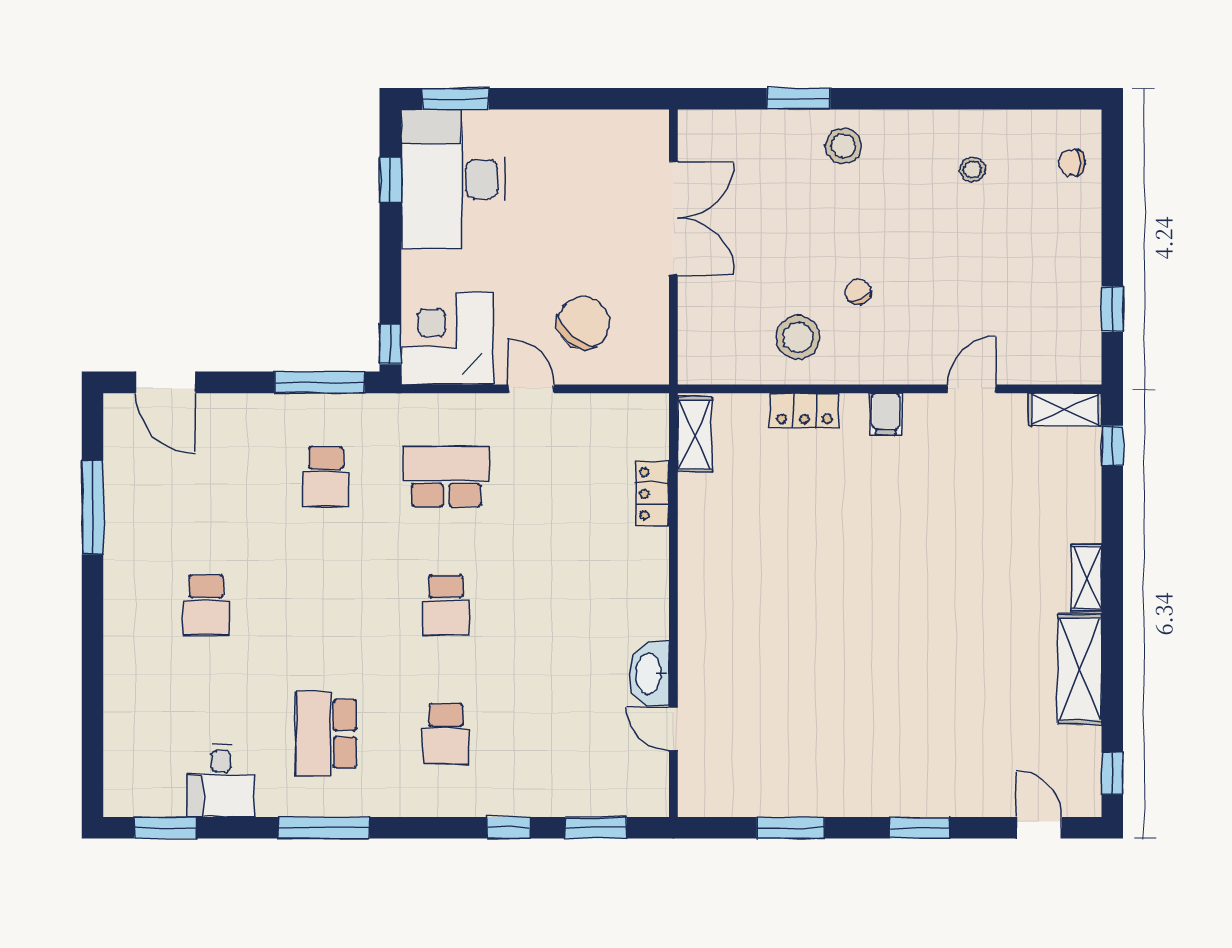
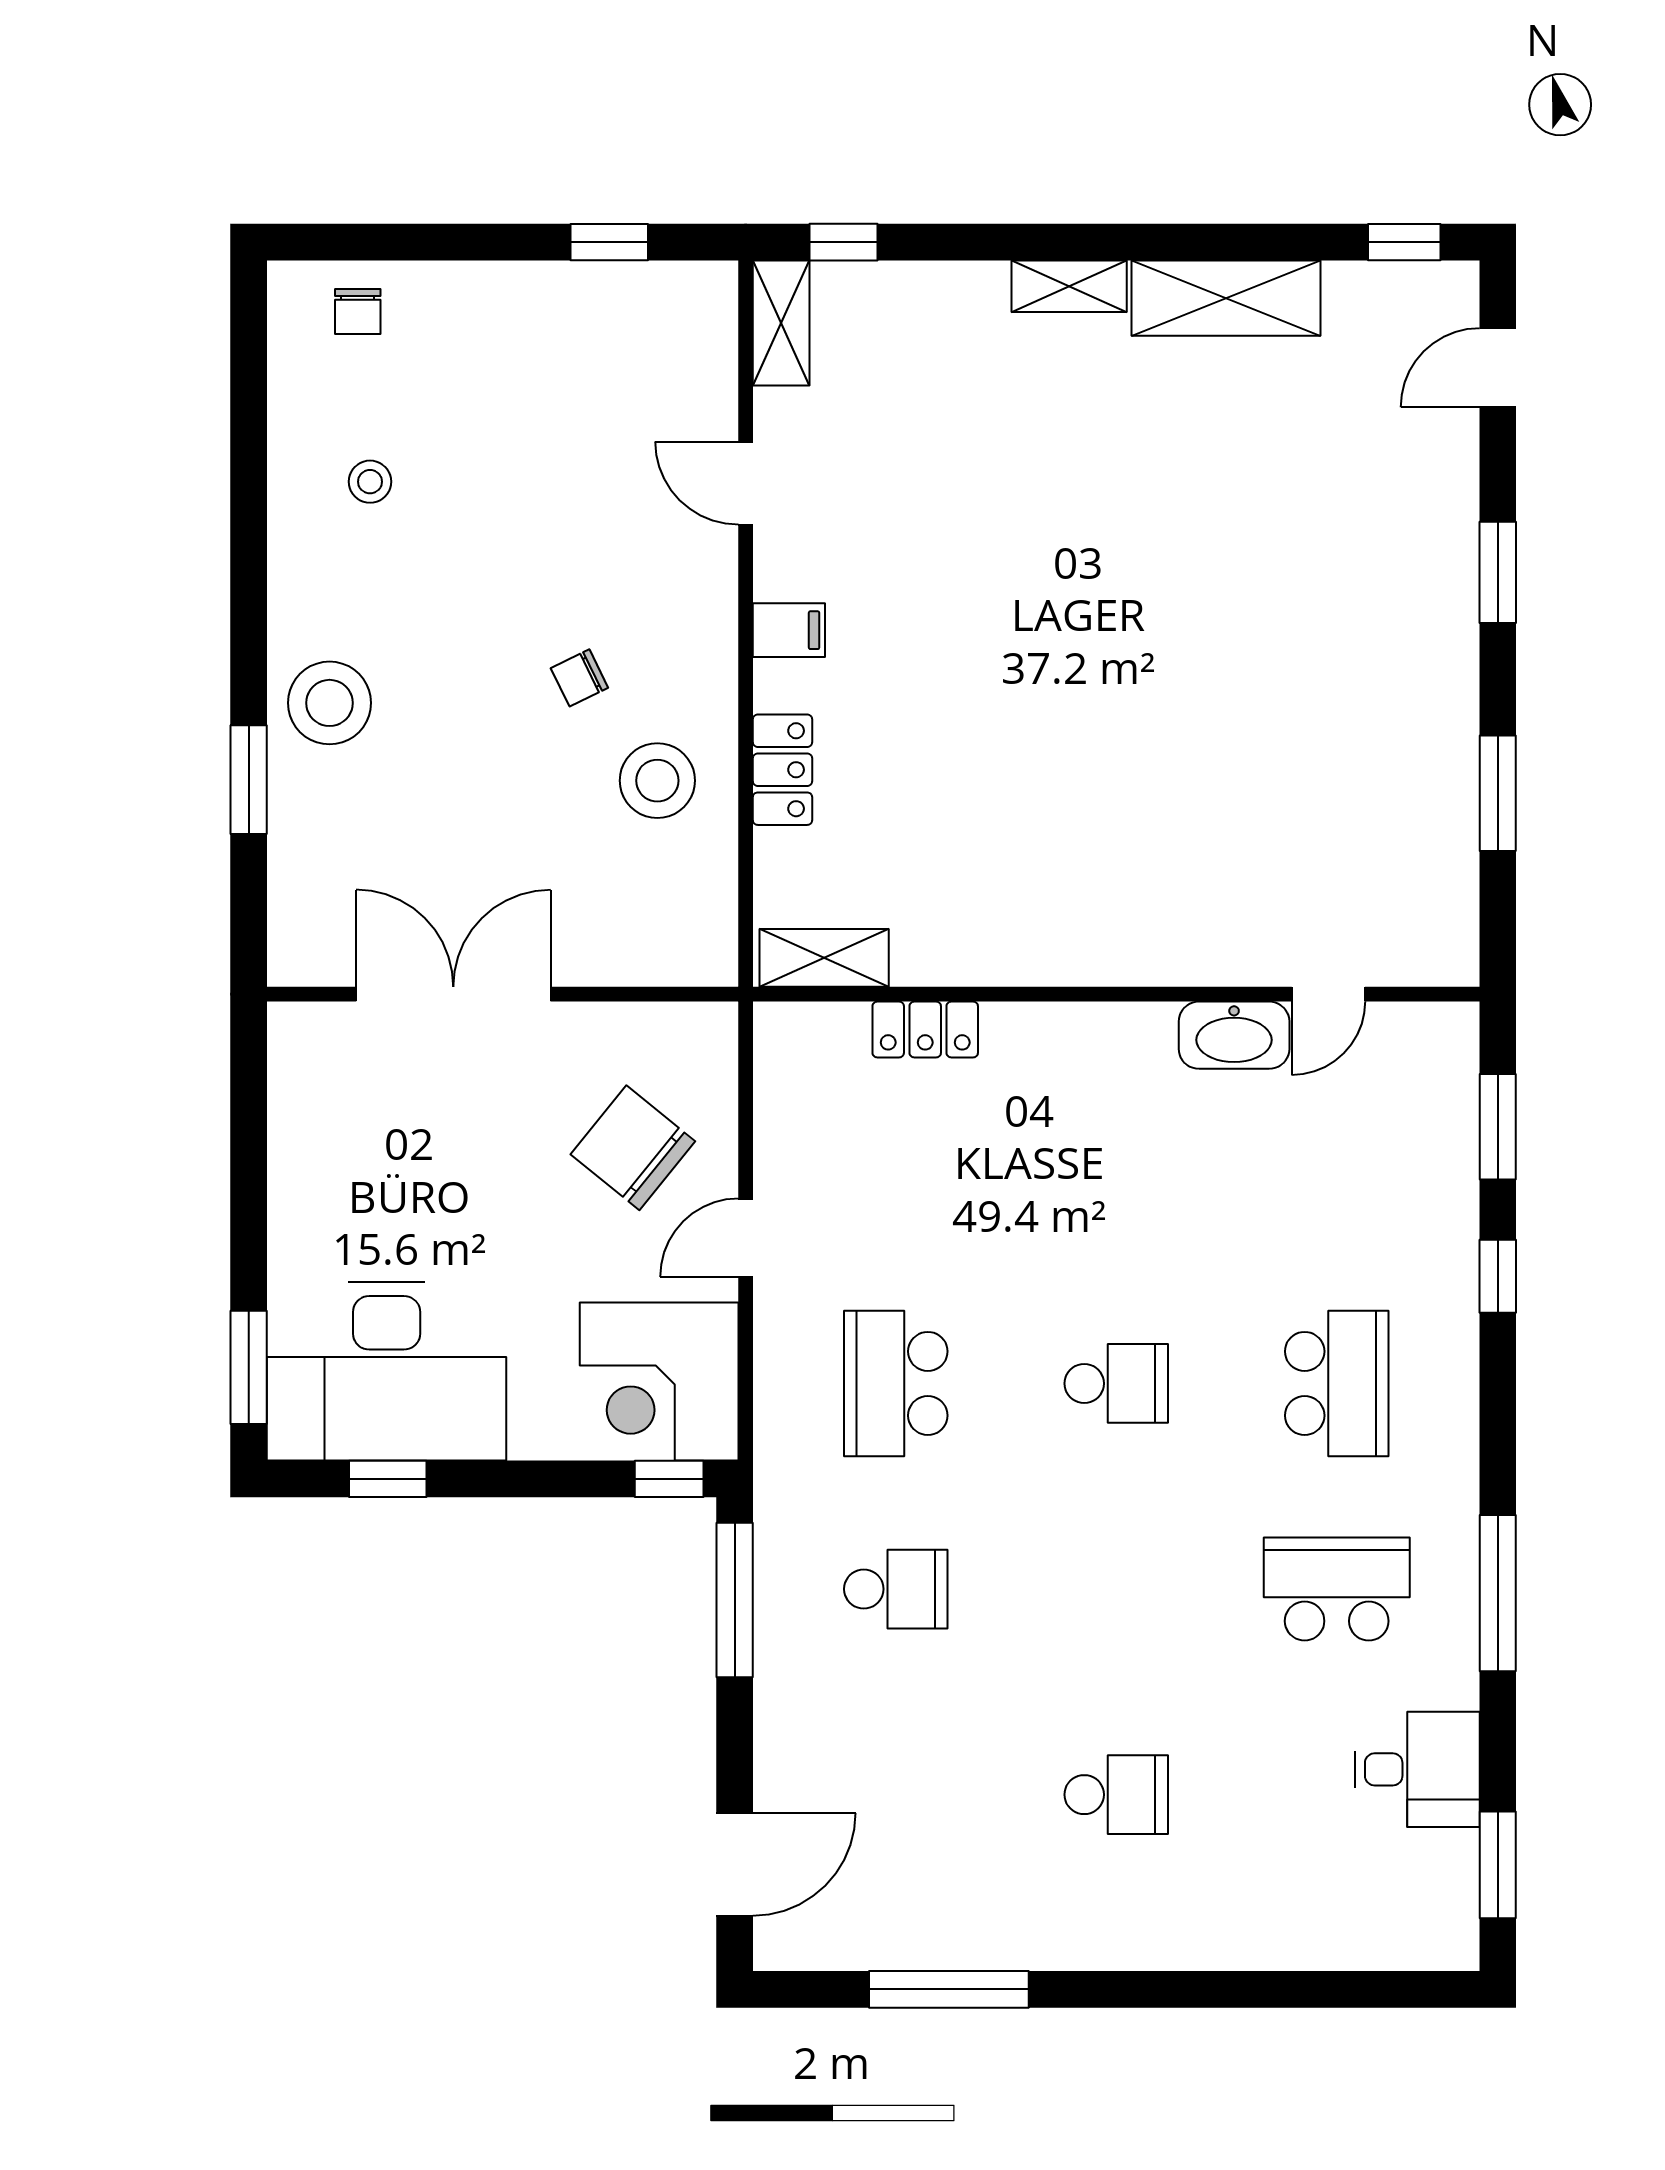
stool: (843, 146) -> (330, 703), width x1.38, depth x1.38
school desk: (326, 734) -> (1337, 1589), turned 180
school desk: (446, 734) -> (1337, 1383), width x1.85

